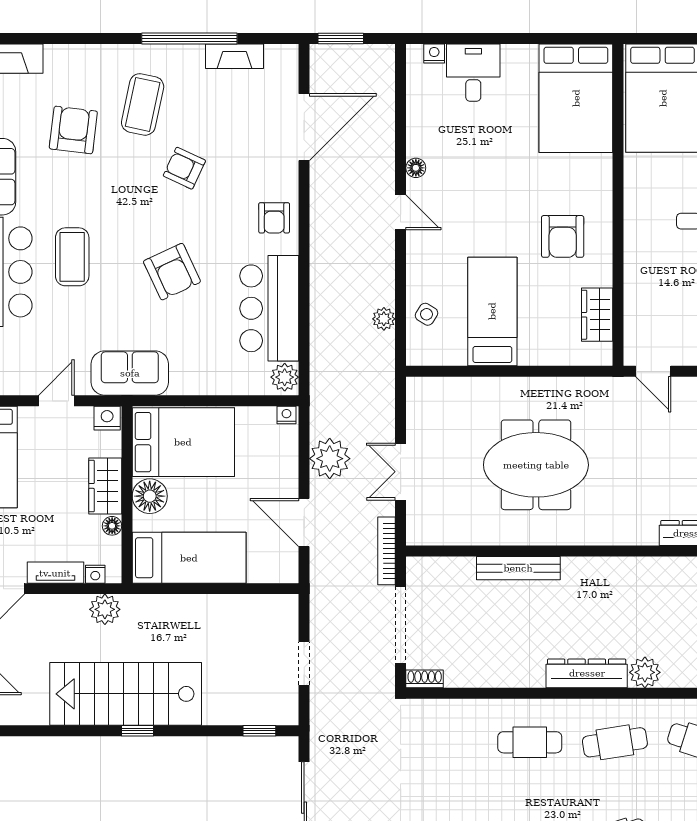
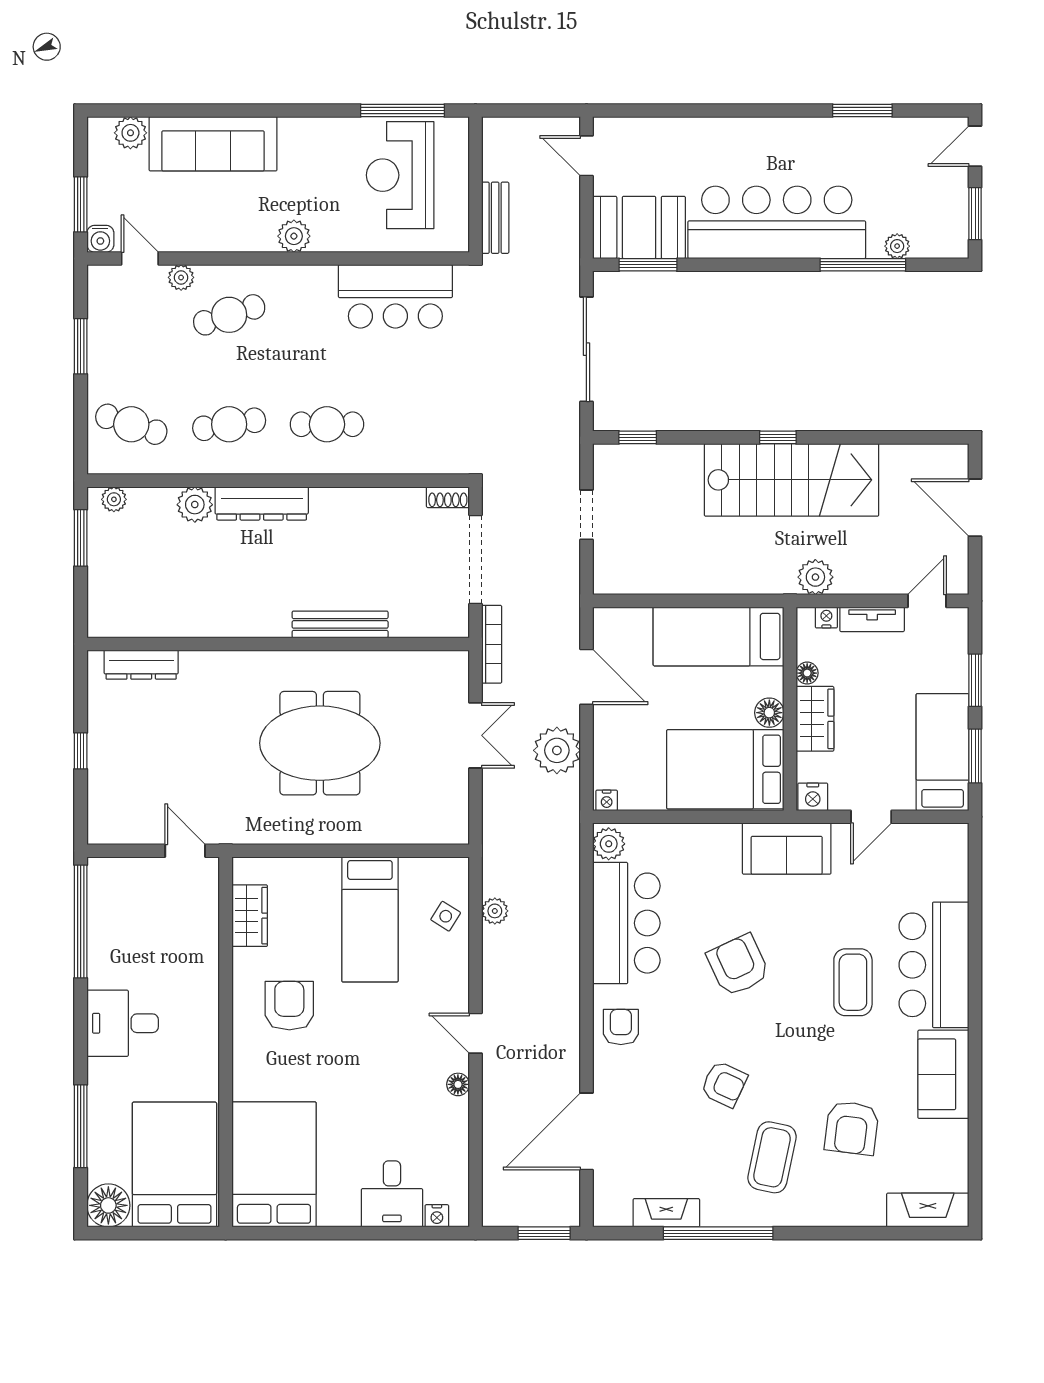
floor lamp: (150, 496) -> (769, 713), width x0.73, depth x0.73

